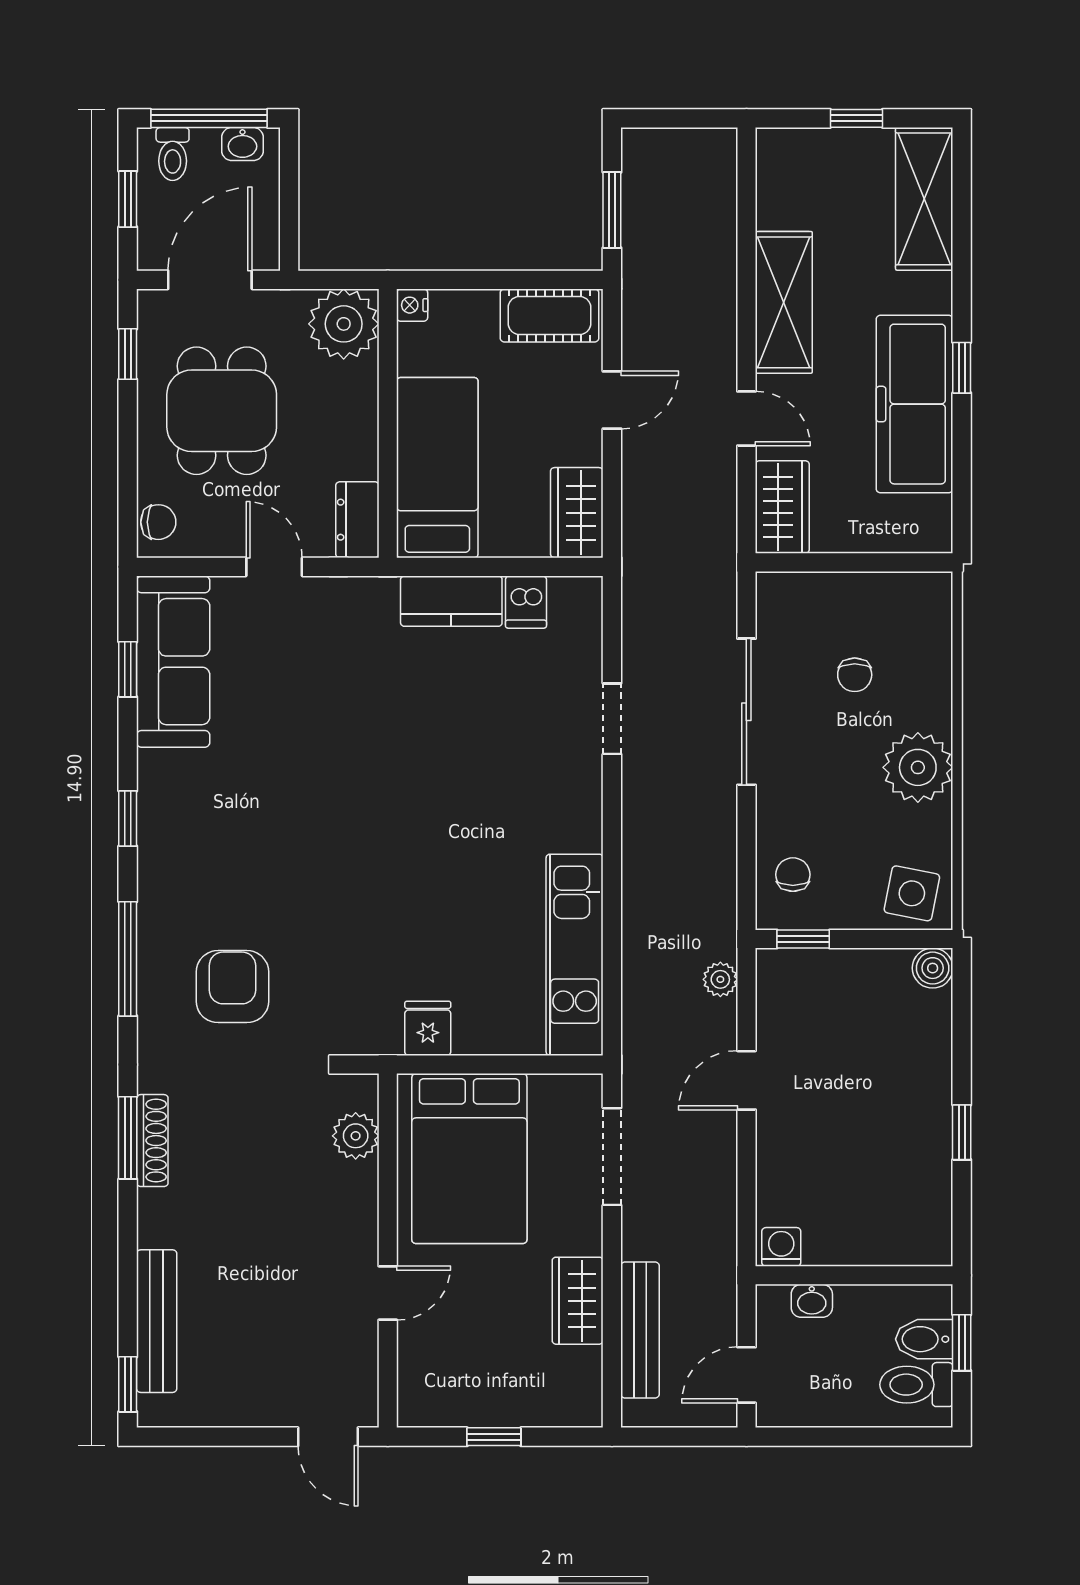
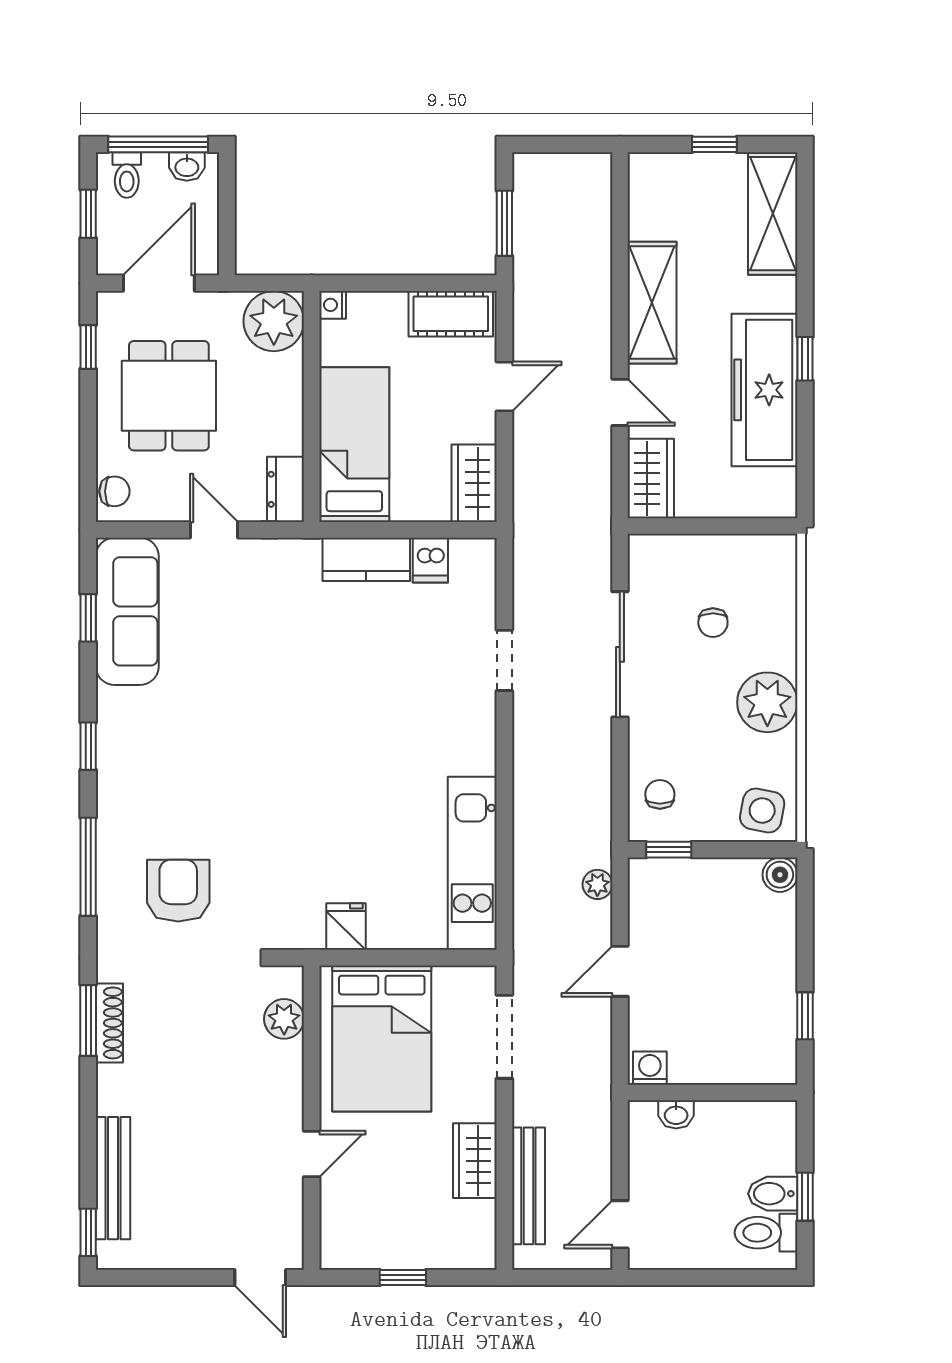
washing machine: (781, 1247) -> (650, 1068), moved
wall: (854, 1275) -> (712, 1092), moved
washbasin: (812, 1301) -> (676, 1114), moved

